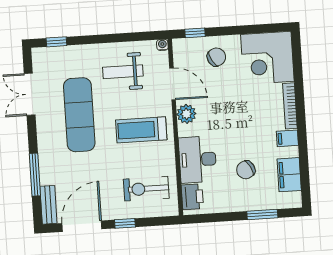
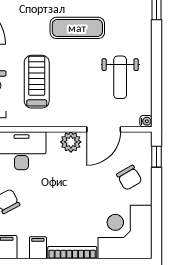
weight bench: (123, 72) -> (120, 77), turned 180
exercise mat: (79, 115) -> (77, 28), width x0.73, depth x0.69
treadmill: (141, 130) -> (37, 82), moved

